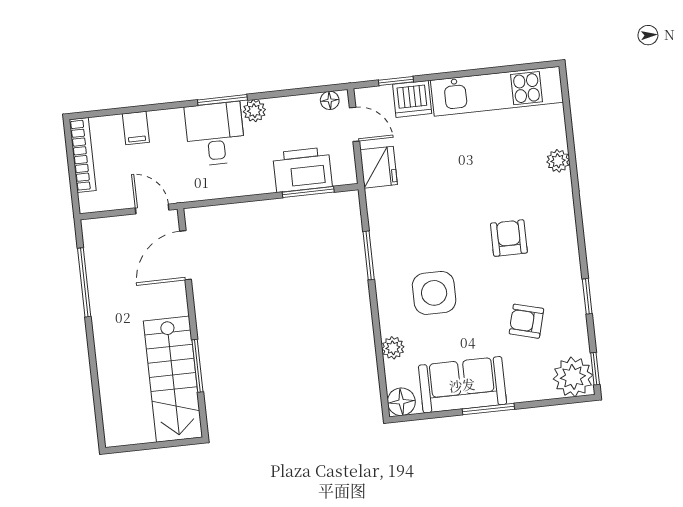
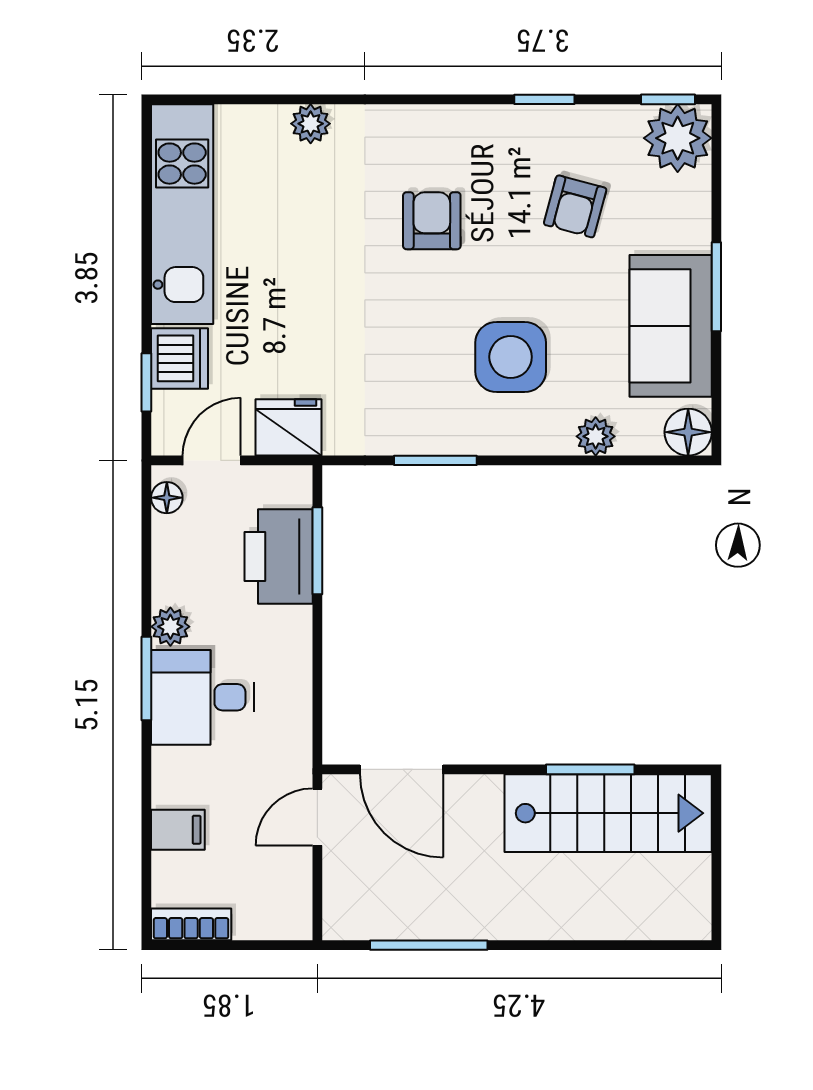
bookcase: (83, 155) -> (191, 924), width x0.64
armchair: (509, 238) -> (432, 221), turned 90

